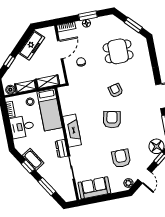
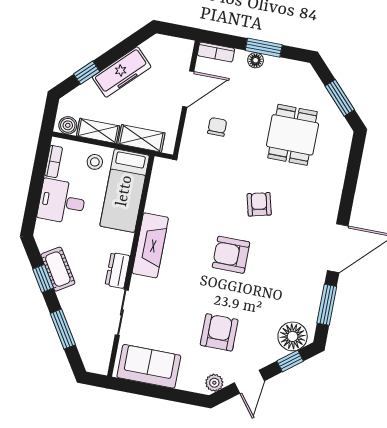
freezer: (32, 45) -> (122, 72), moved
dining table: (118, 51) -> (293, 135), turned 90
armchair: (112, 120) -> (231, 255), turned -102

